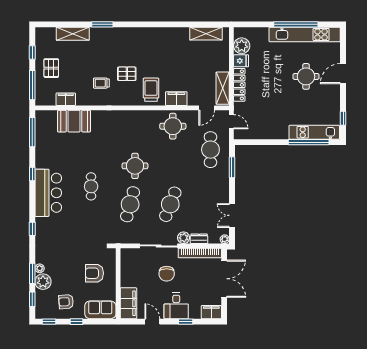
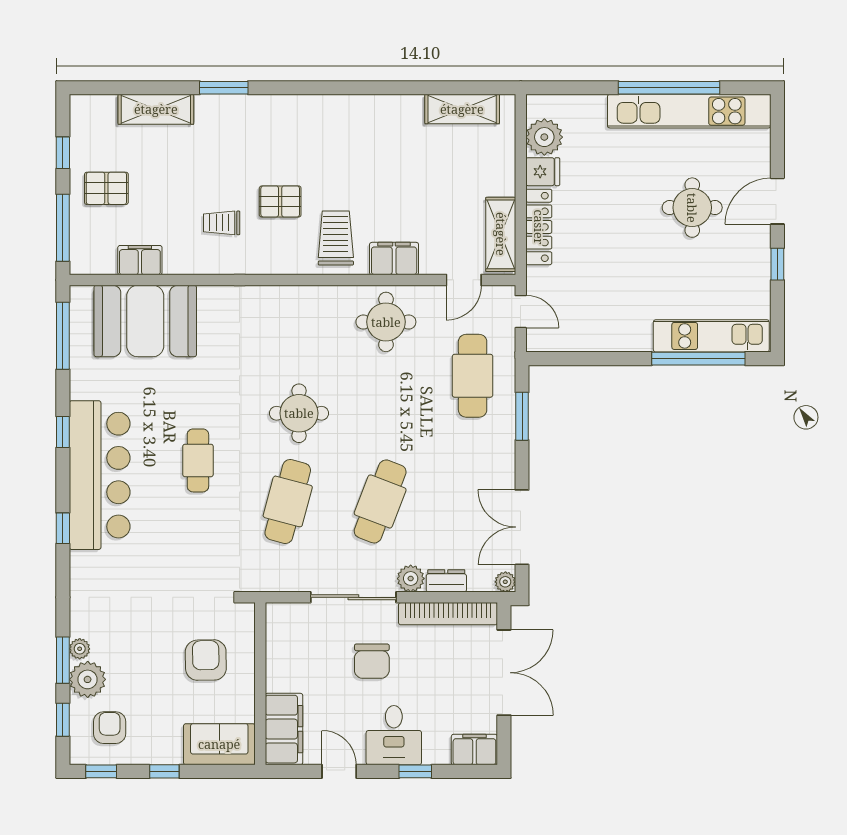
pallet: (51, 68) -> (106, 188), turned 90
window: (343, 118) -> (777, 264), moved
booth: (74, 121) -> (145, 321), width x1.36, depth x1.42
bar counter: (48, 193) -> (100, 475), width x1.36
double door: (232, 215) -> (522, 527), width x1.37
window: (32, 229) -> (63, 528), moved
armchair: (94, 273) -> (206, 660), turned 89
armchair: (66, 302) -> (110, 728), moved, turned 94

